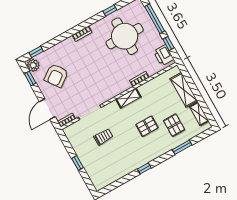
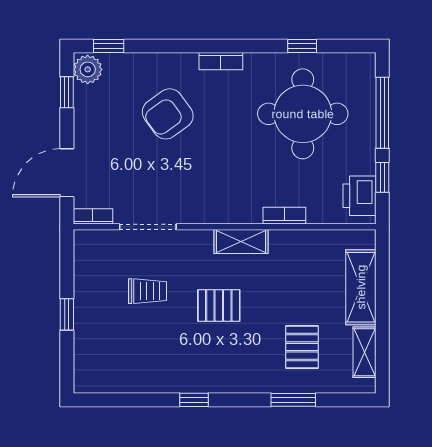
armchair: (56, 75) -> (168, 114), moved
pallet: (147, 126) -> (219, 305), moved

